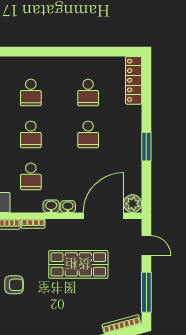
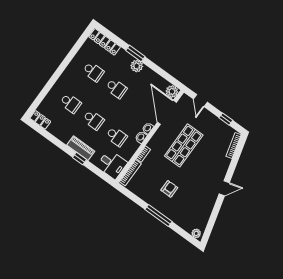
plant: (133, 140) -> (137, 66), added
window: (146, 147) -> (135, 53), moved
door: (146, 245) -> (200, 101), swing flipped
window: (146, 292) -> (226, 119), width x0.46

